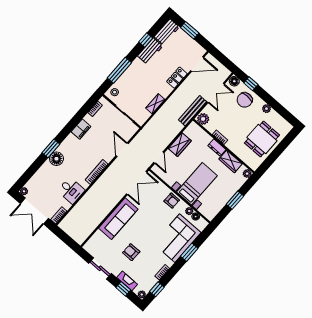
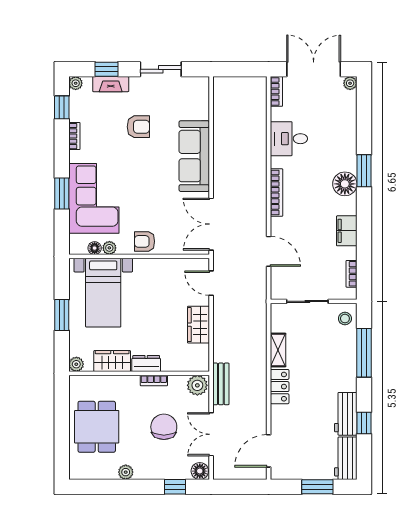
locker: (177, 78) -> (280, 387), moved
chair: (245, 100) -> (164, 427), moved
bench: (192, 111) -> (221, 384), width x0.73
floor lamp: (56, 159) -> (345, 184), moved
bed with nightstands: (197, 184) -> (103, 293), moved

